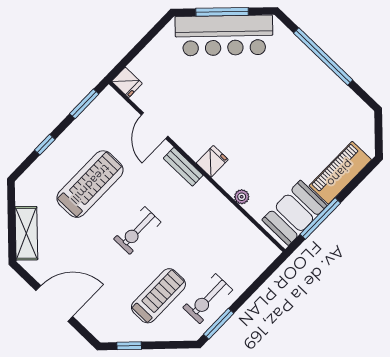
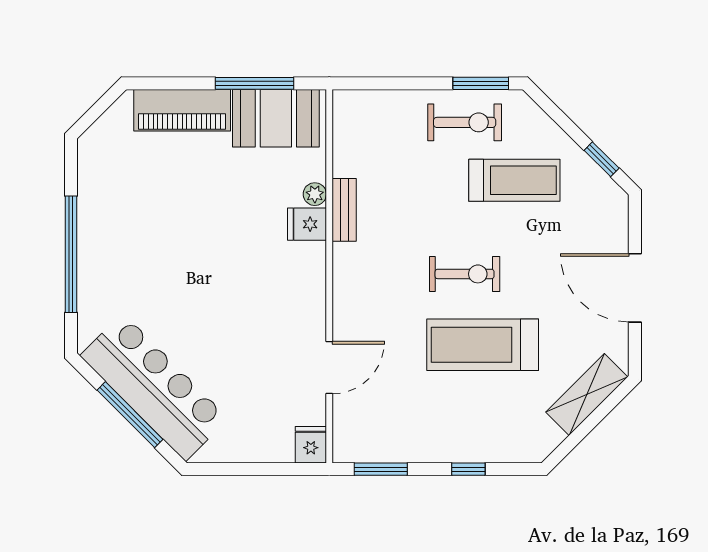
fridge: (212, 161) -> (307, 224), moved
bench: (183, 167) -> (344, 210), moved
treadmill: (90, 184) -> (483, 345), moved
treadmill: (158, 296) -> (514, 180), turned 180

